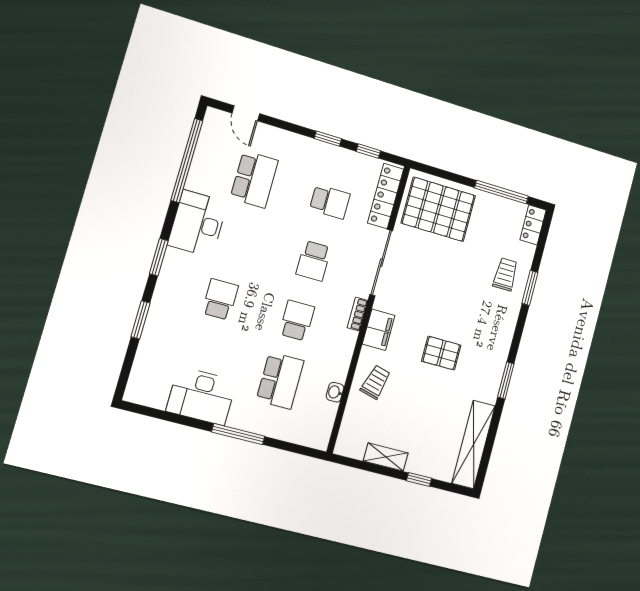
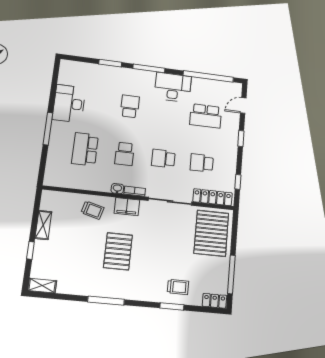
window: (328, 139) -> (241, 139), moved
school desk: (330, 202) -> (202, 163), turned 90
window: (159, 257) -> (149, 68), width x1.44
school desk: (220, 299) -> (130, 106), turned -90
school desk: (297, 320) -> (124, 154), turned 90
pallet: (441, 353) -> (118, 251), width x1.50, depth x1.42
window: (506, 380) -> (106, 301), width x1.44
school desk: (280, 381) -> (85, 149), turned 90
washbasin: (335, 392) -> (117, 189), moved
shelving: (473, 444) -> (42, 286), width x0.45, depth x0.75

